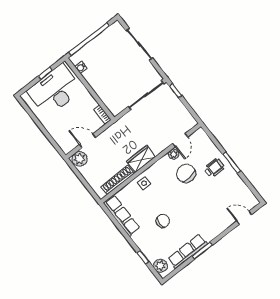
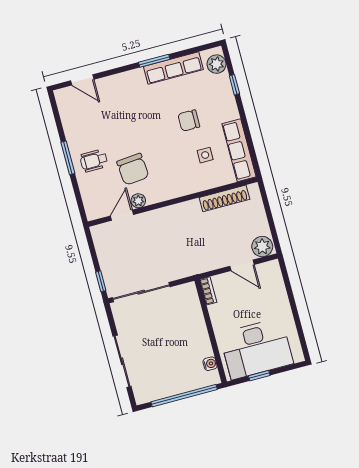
wardrobe: (141, 159) -> (183, 213), removed
side table: (144, 183) -> (205, 155), moved

